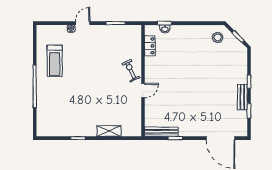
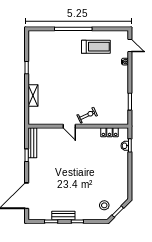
door: (83, 23) -> (130, 46), moved
stool: (218, 37) -> (104, 205), moved
treadmill: (55, 61) -> (96, 47), turned 180

